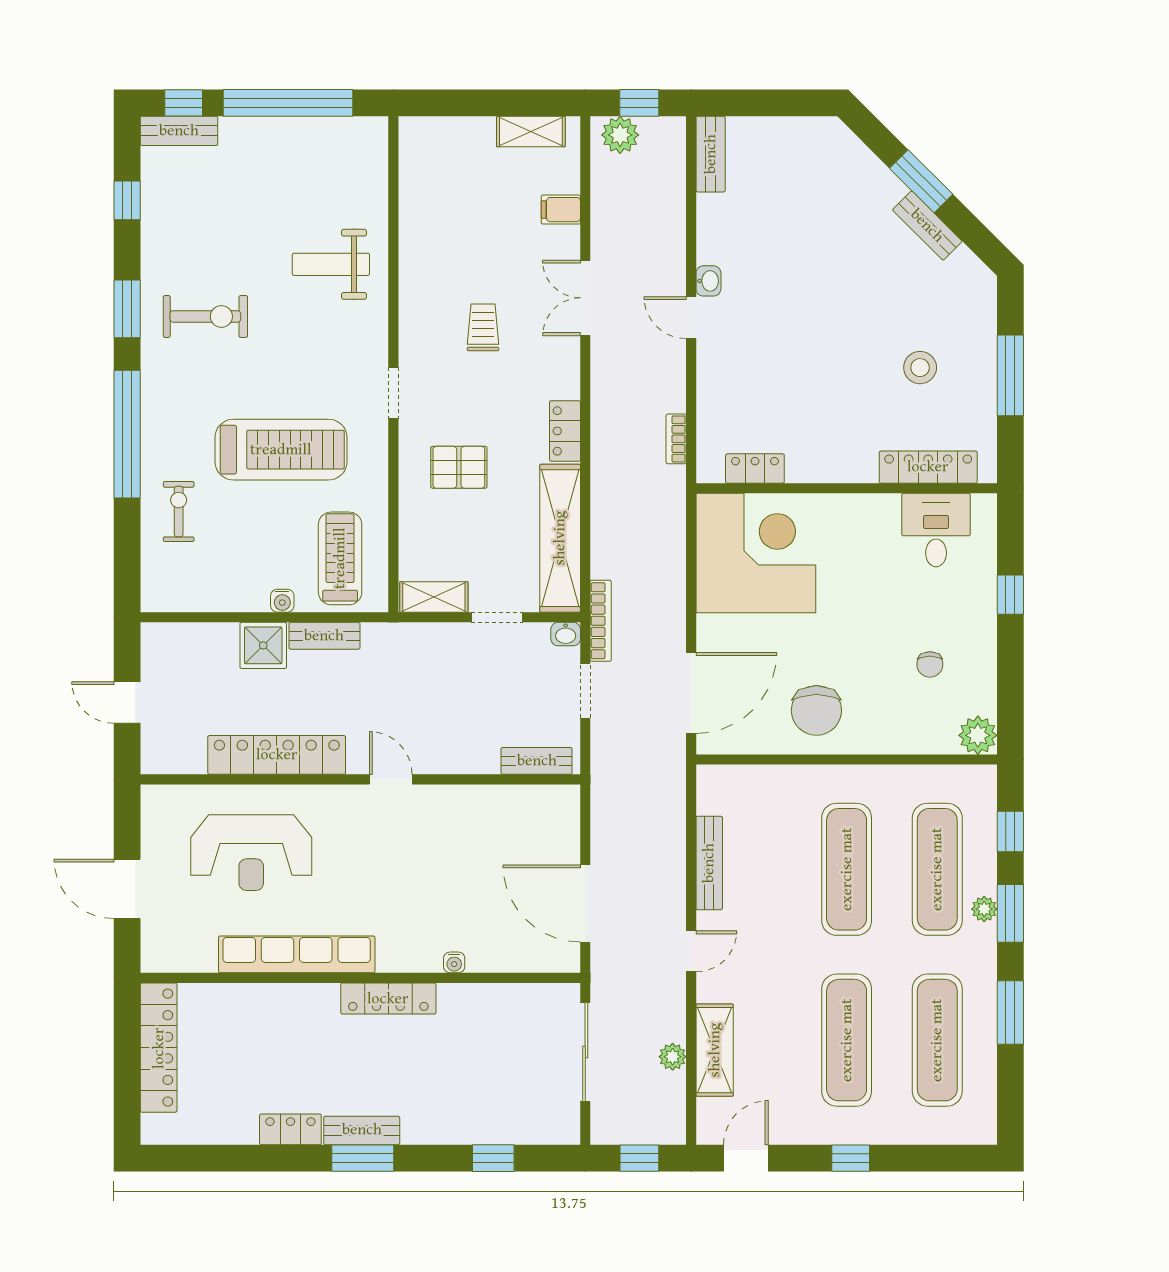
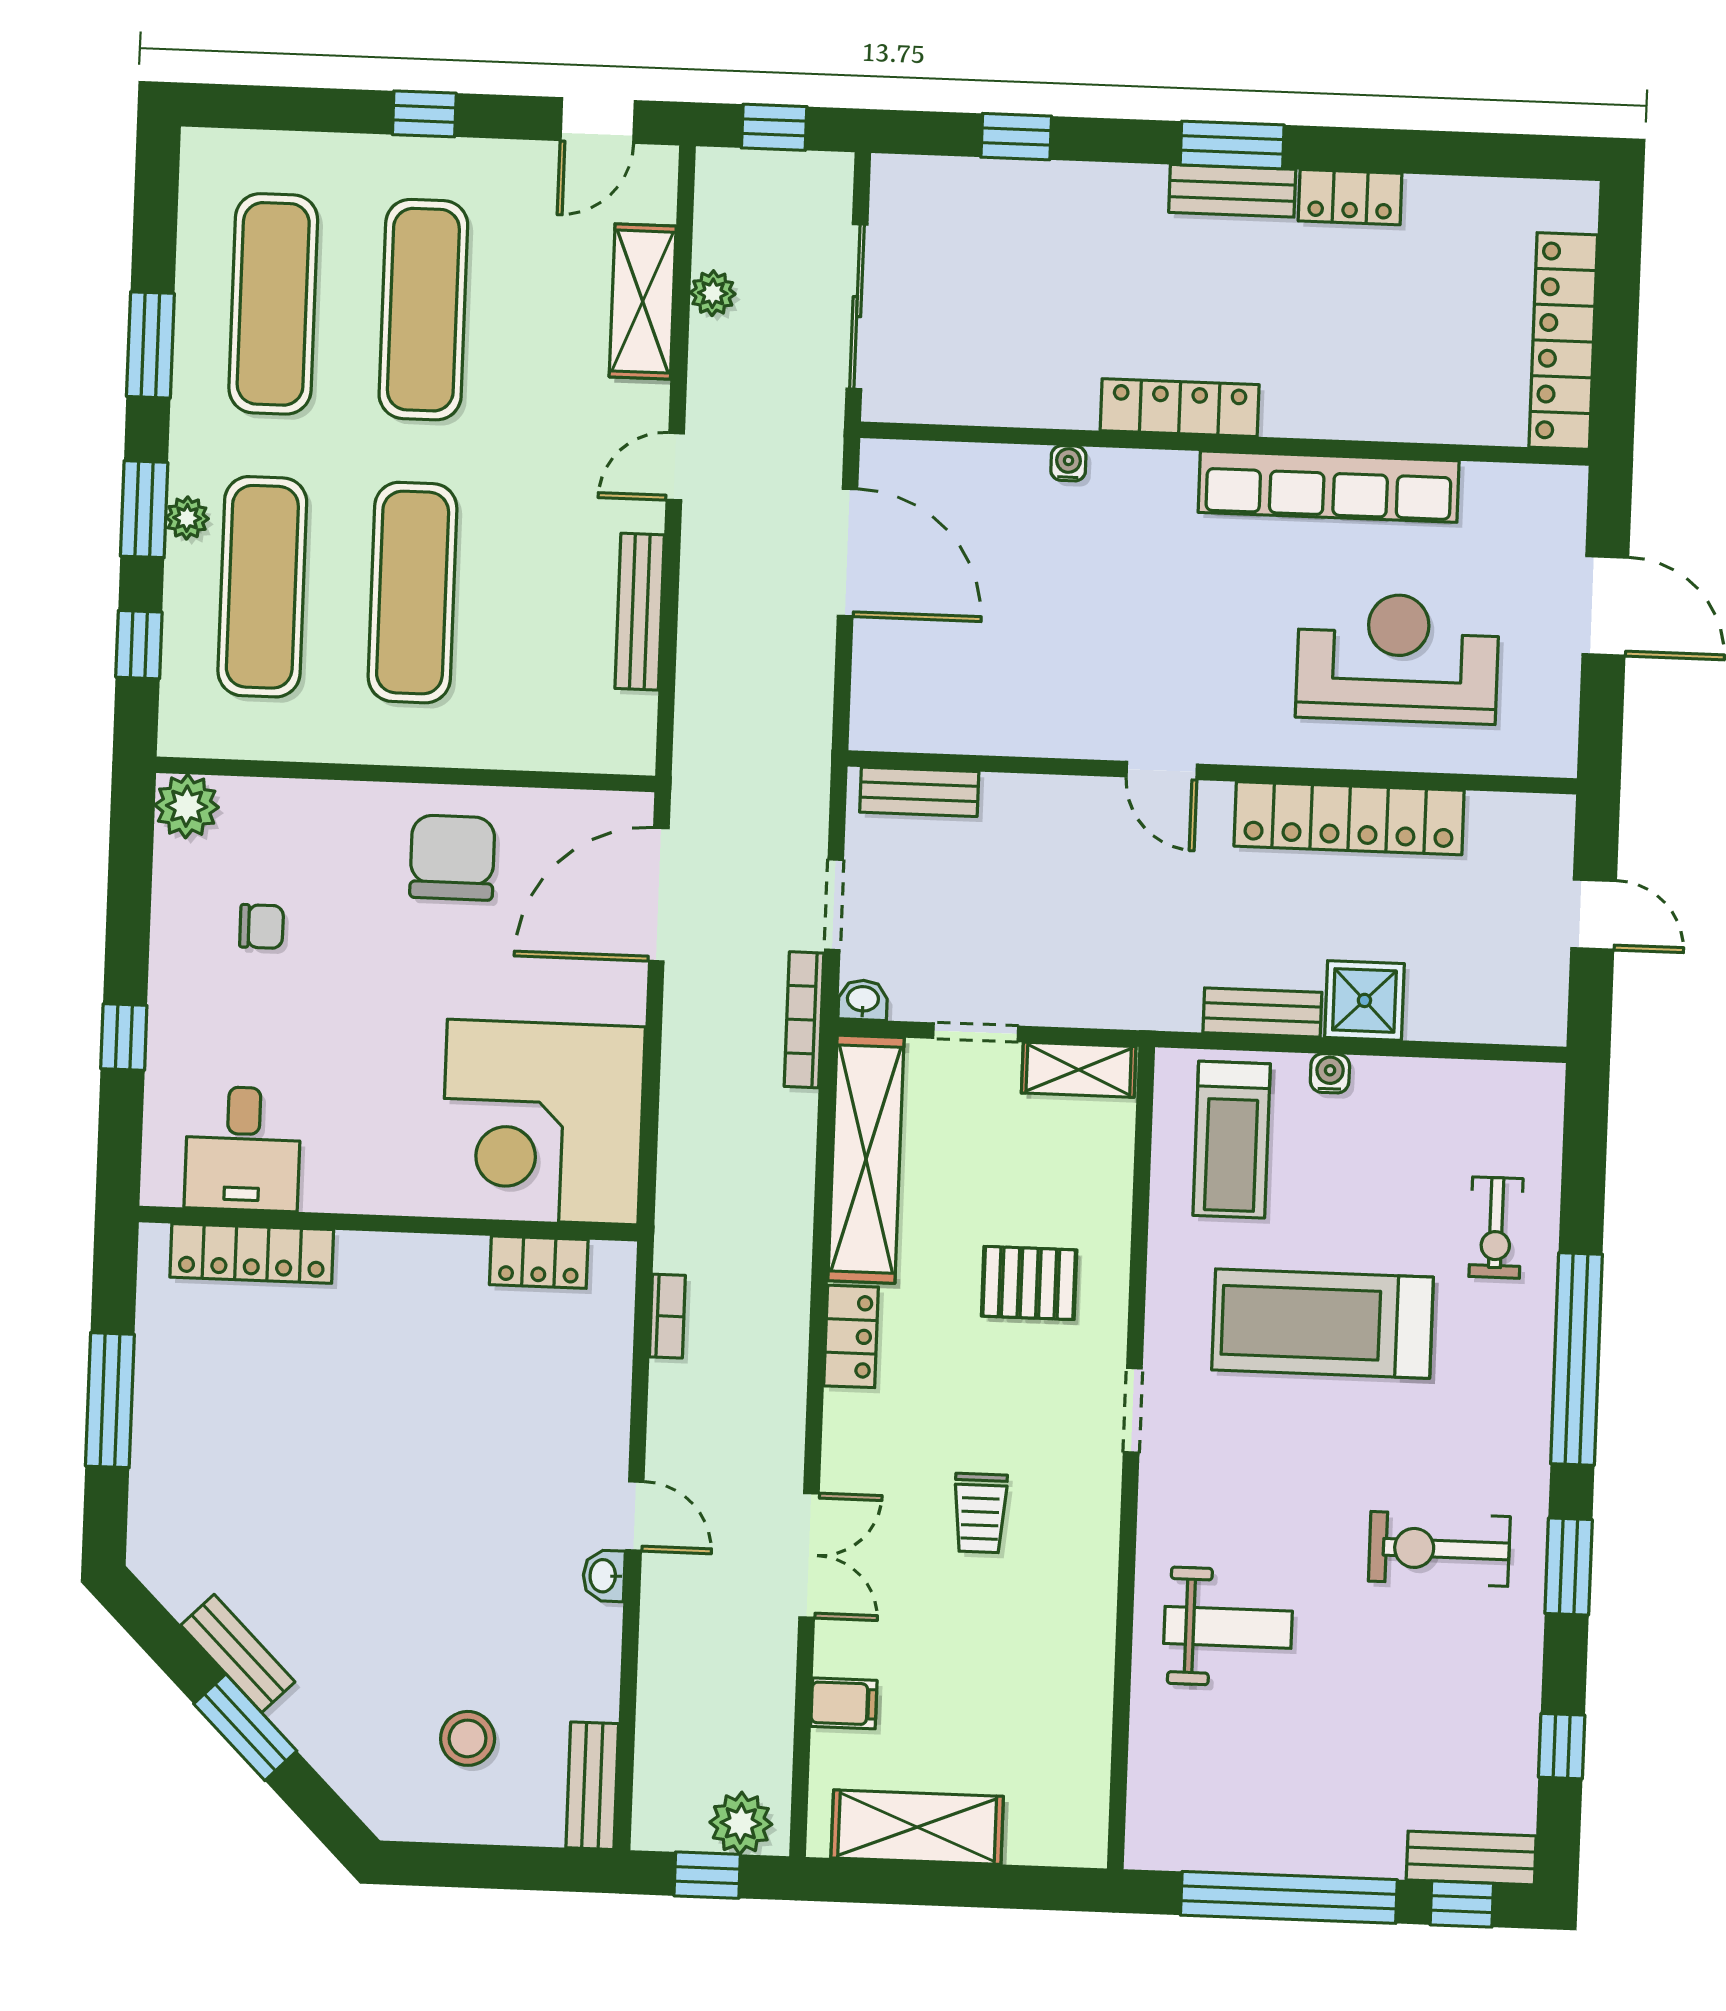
shelving: (531, 131) -> (917, 1827), width x1.50, depth x1.33
stool: (920, 368) -> (468, 1738), moved
chair: (930, 664) -> (262, 926), turned 90

